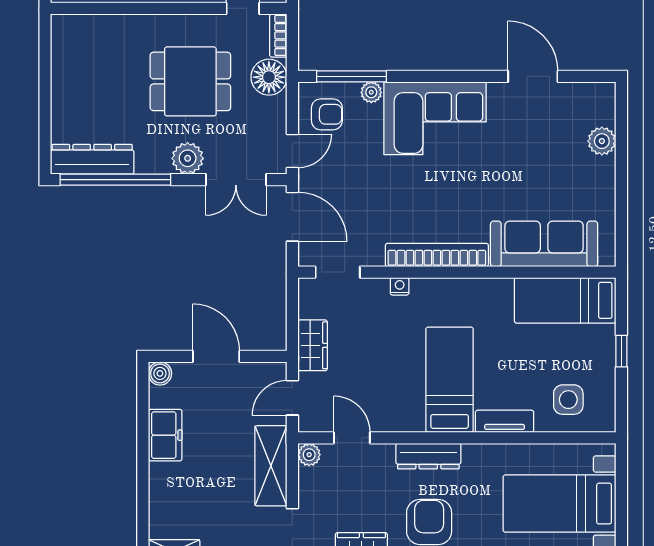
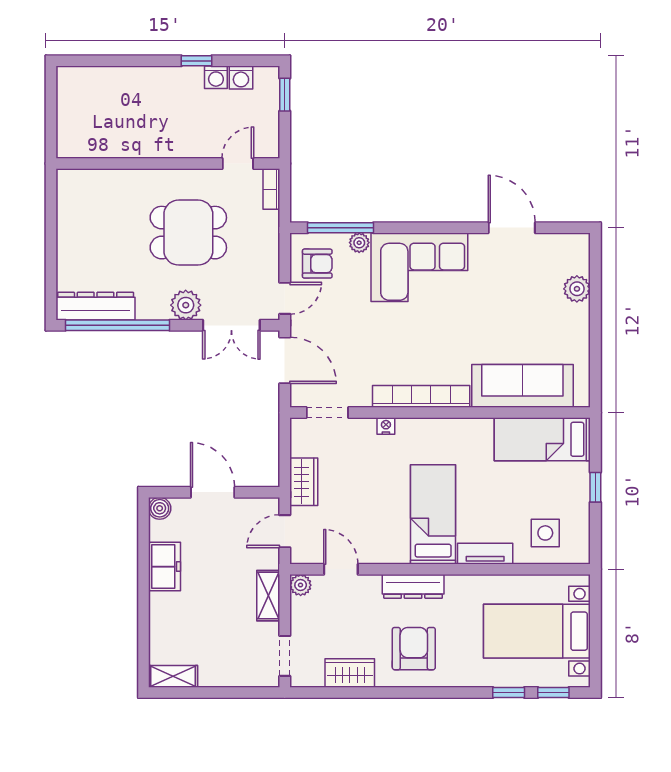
floor lamp: (269, 77) -> (263, 228), removed
shelving: (271, 466) -> (268, 596), width x0.67, depth x0.75

